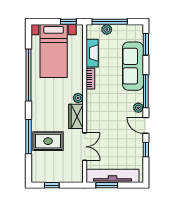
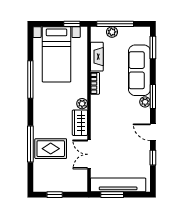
window: (28, 75) -> (30, 80), width x0.68
window: (146, 91) -> (153, 96), width x0.69
plant: (138, 108) -> (145, 102), moved
double door: (85, 147) -> (89, 154), swing flipped

